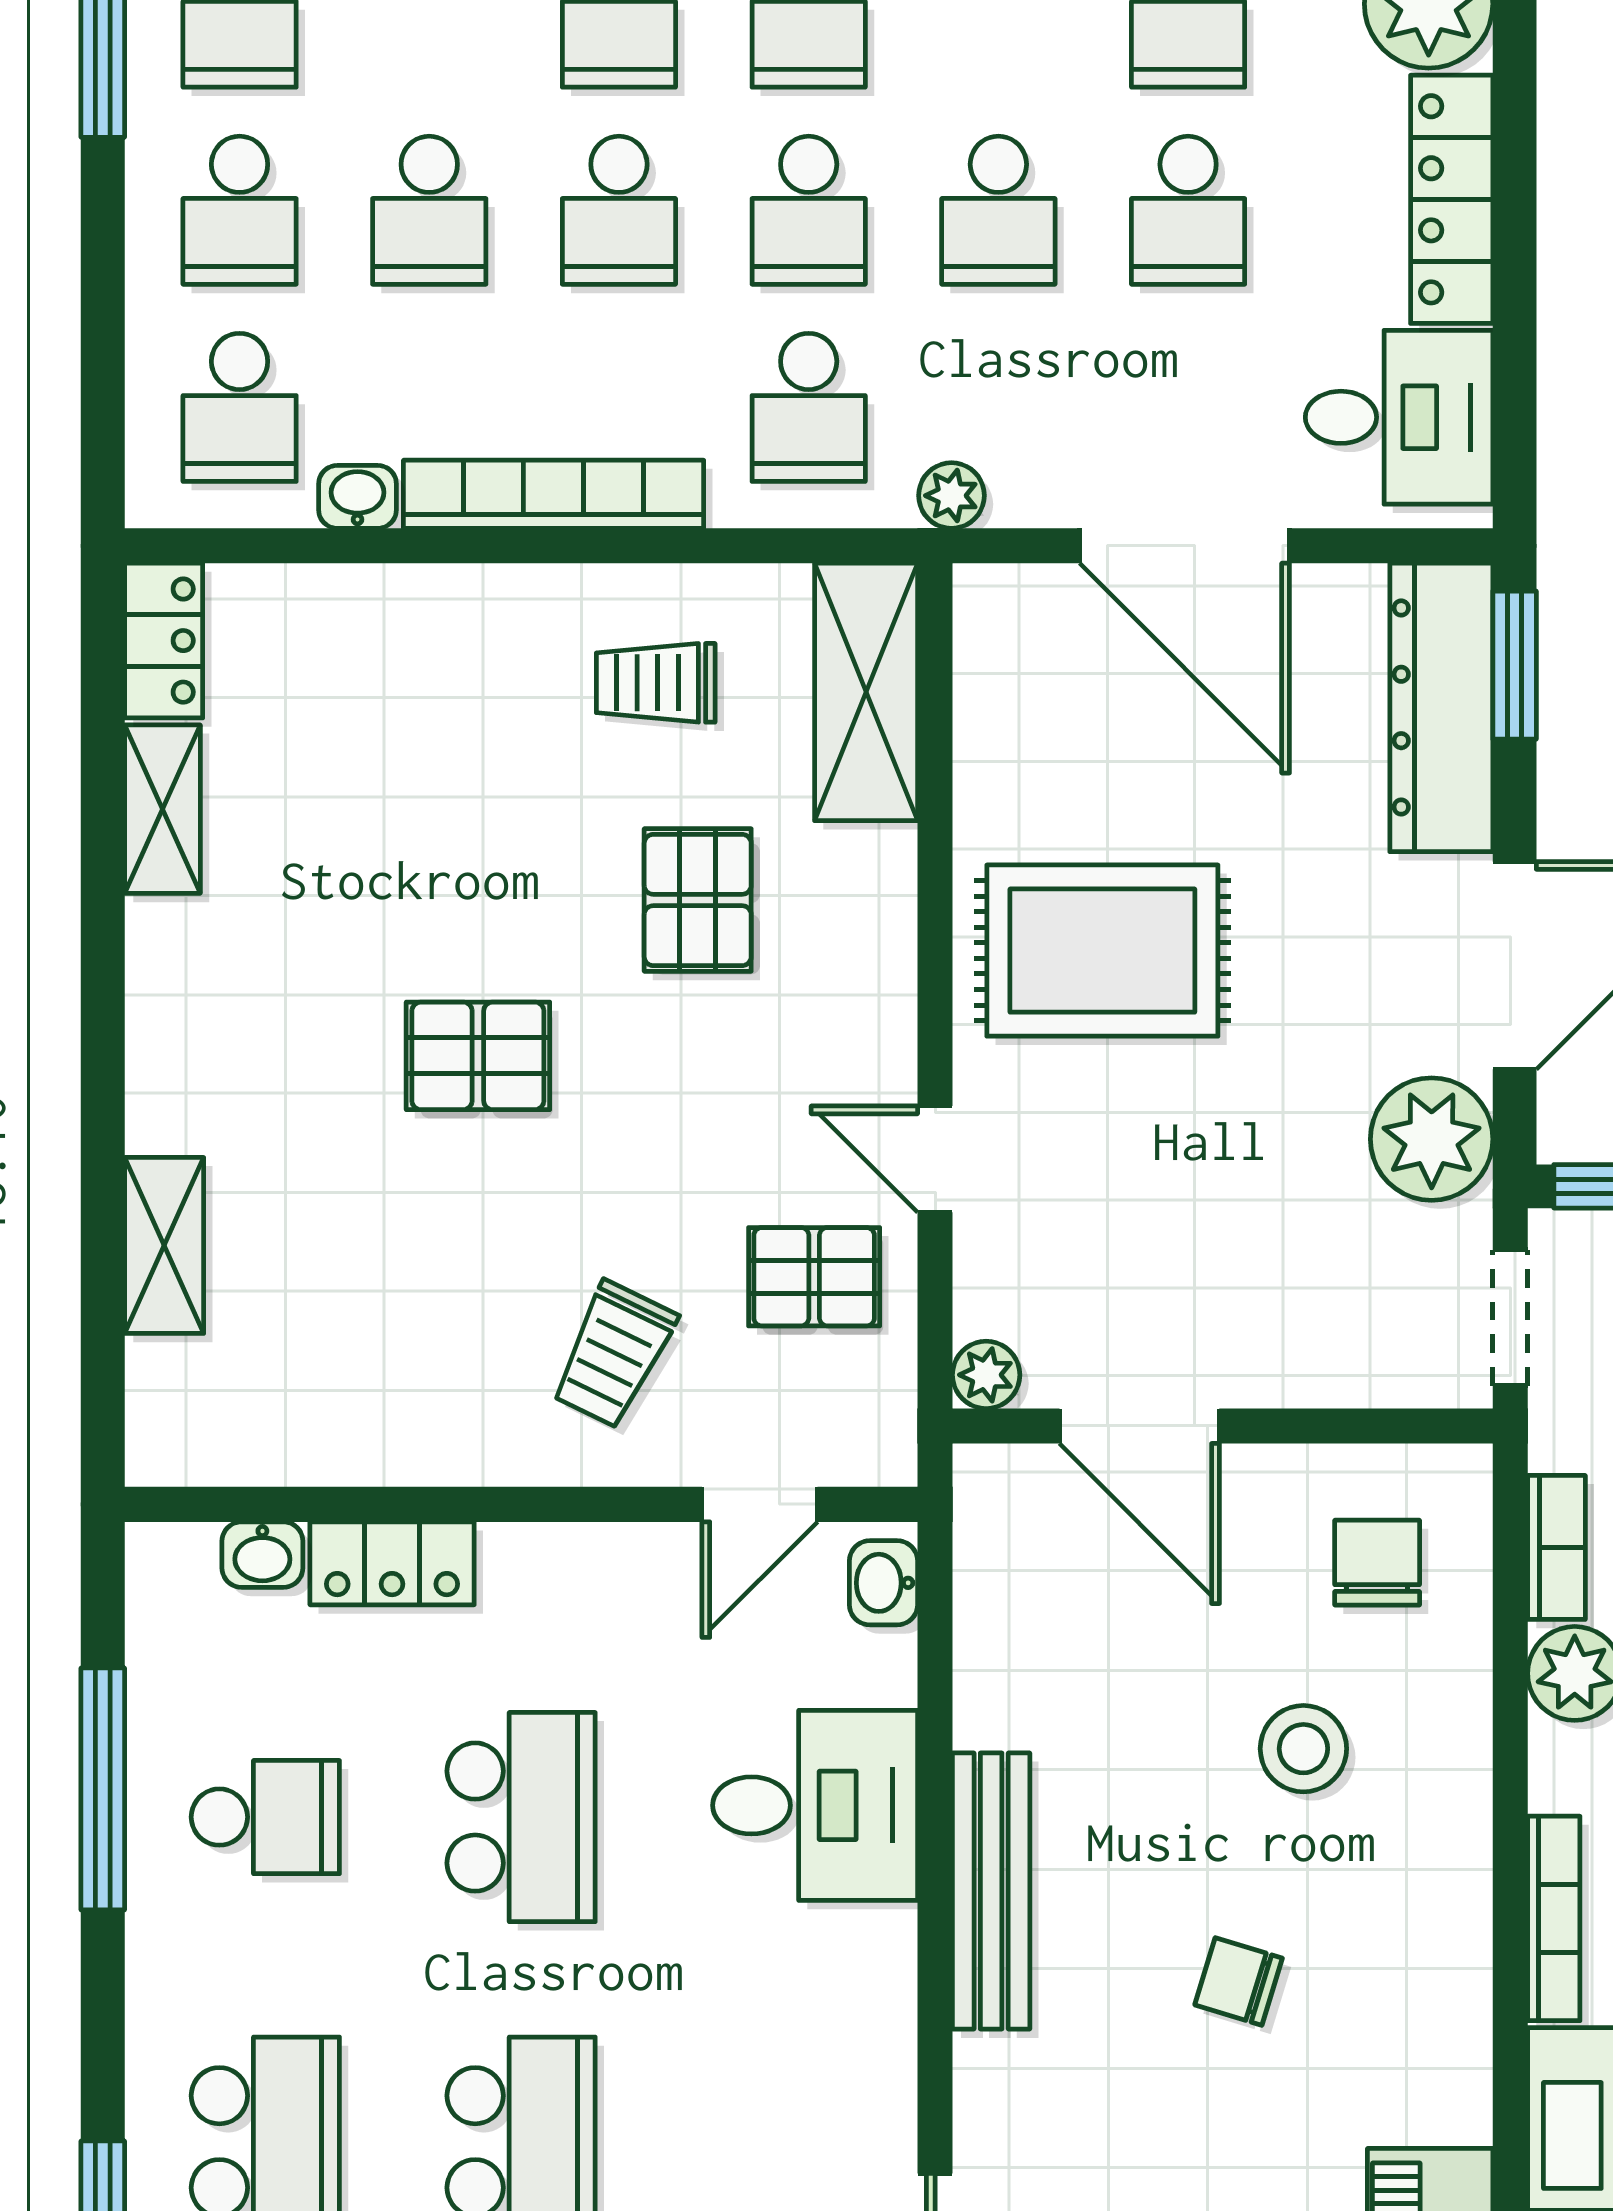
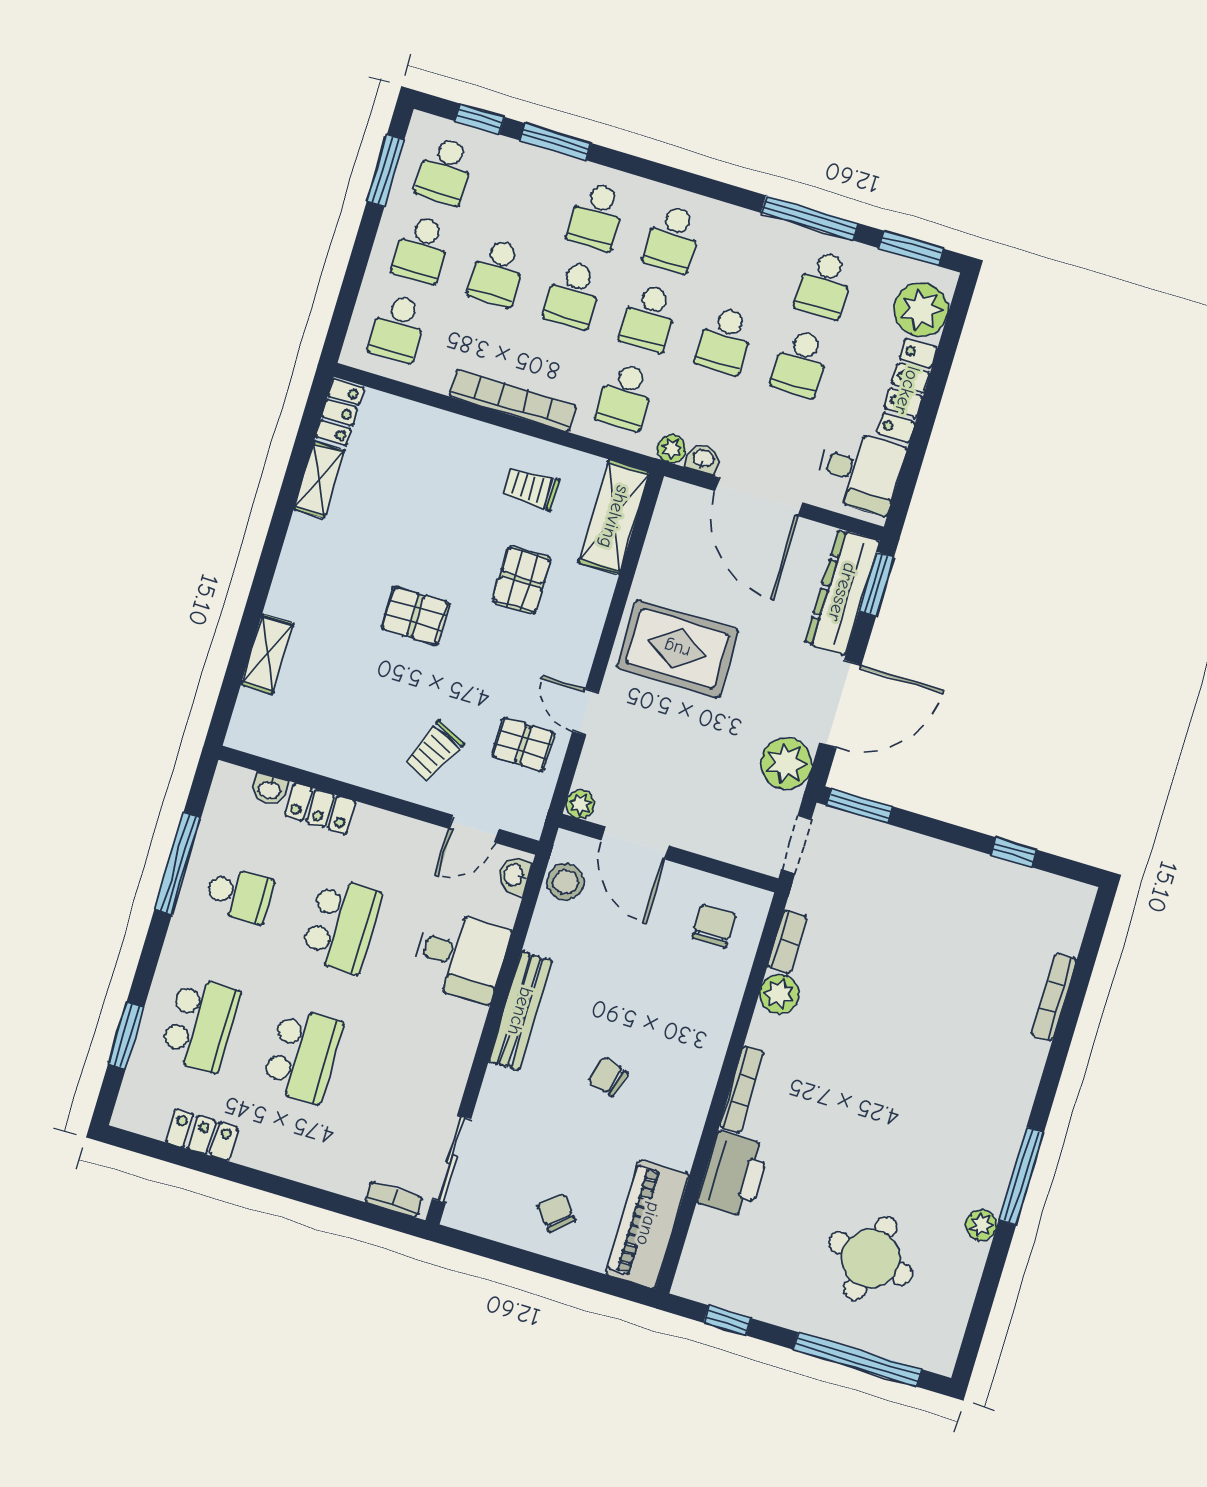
washbasin: (357, 497) -> (703, 459), moved
stool: (1303, 1749) -> (565, 882), moved

